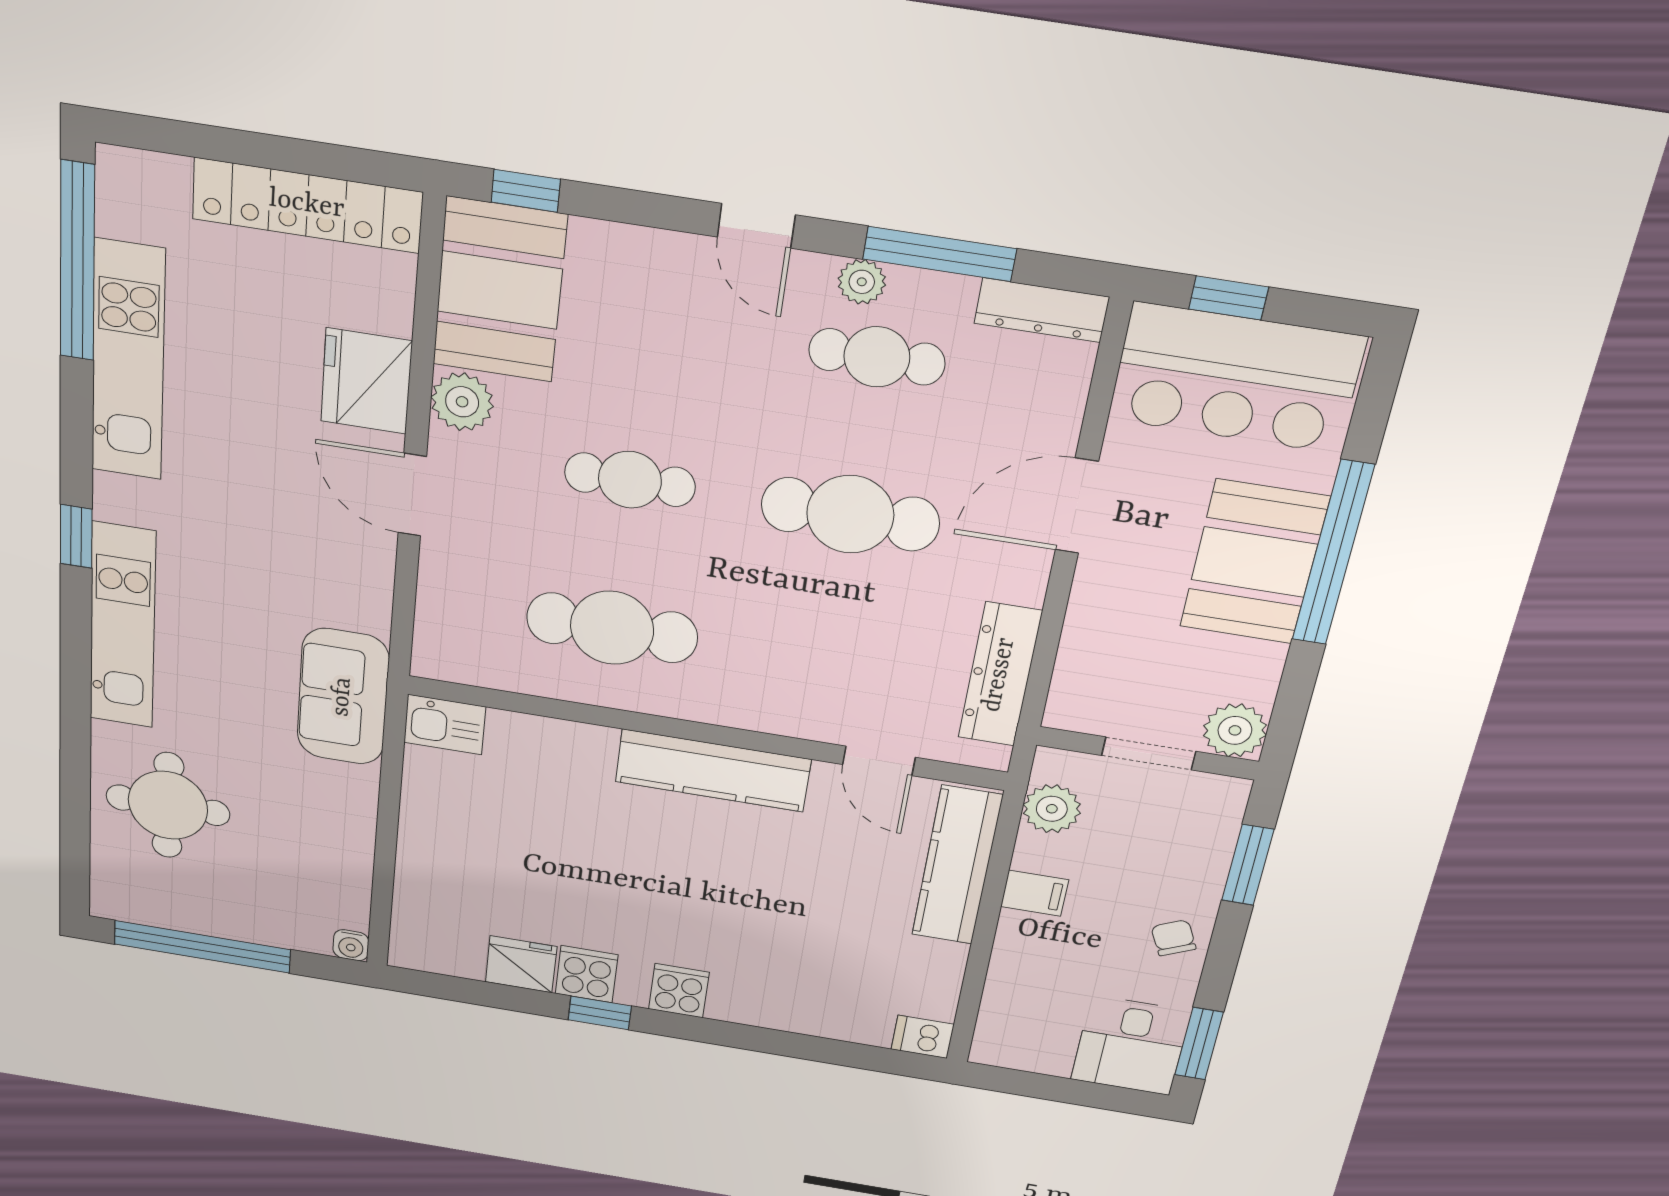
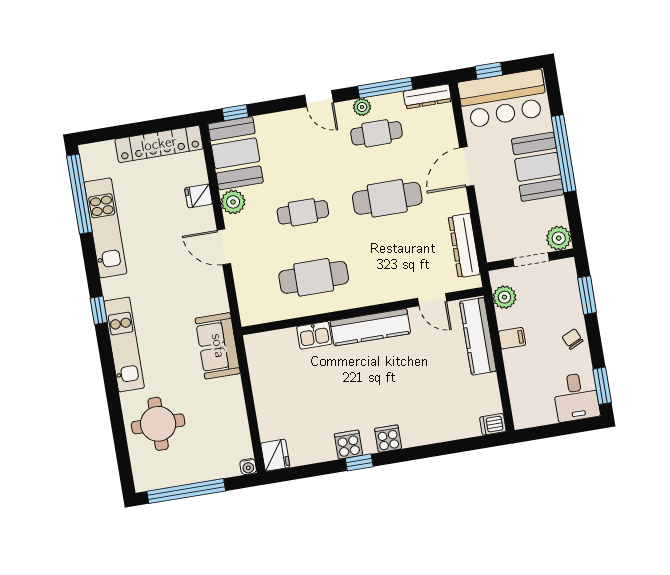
fridge: (366, 381) -> (199, 196), width x0.53, depth x0.75
kitchen sink: (445, 725) -> (314, 335), moved
fridge: (521, 964) -> (275, 455), moved, turned 90

